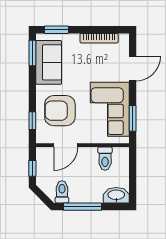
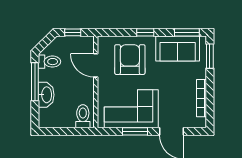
window: (133, 118) -> (135, 131), moved
window: (32, 121) -> (145, 32), moved
toilet: (105, 159) -> (83, 116), moved, turned 90
washbasin: (116, 195) -> (46, 95), moved

